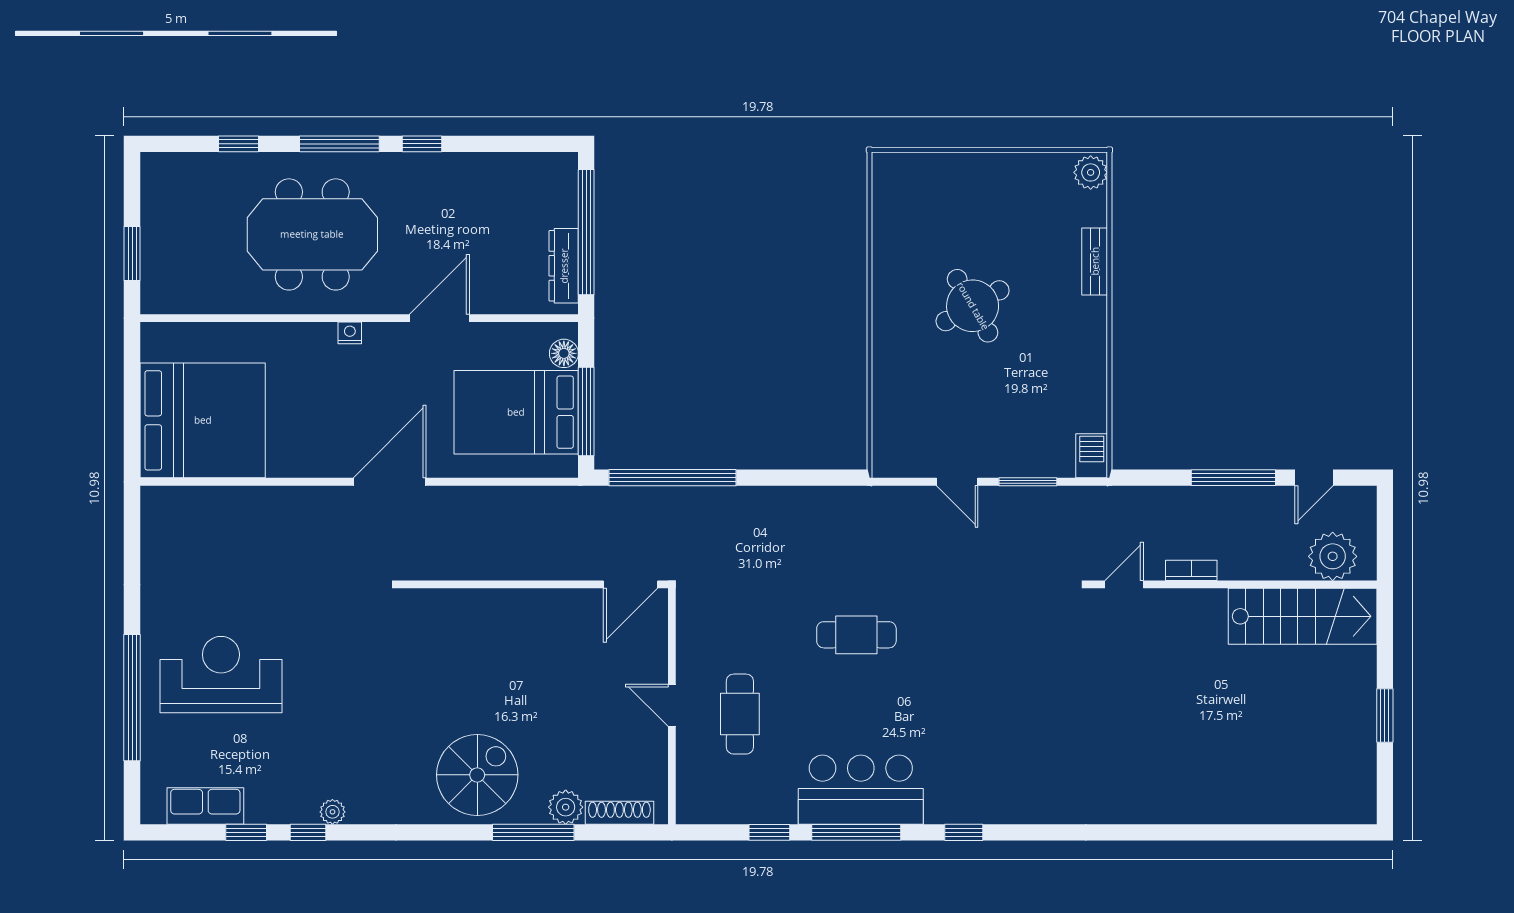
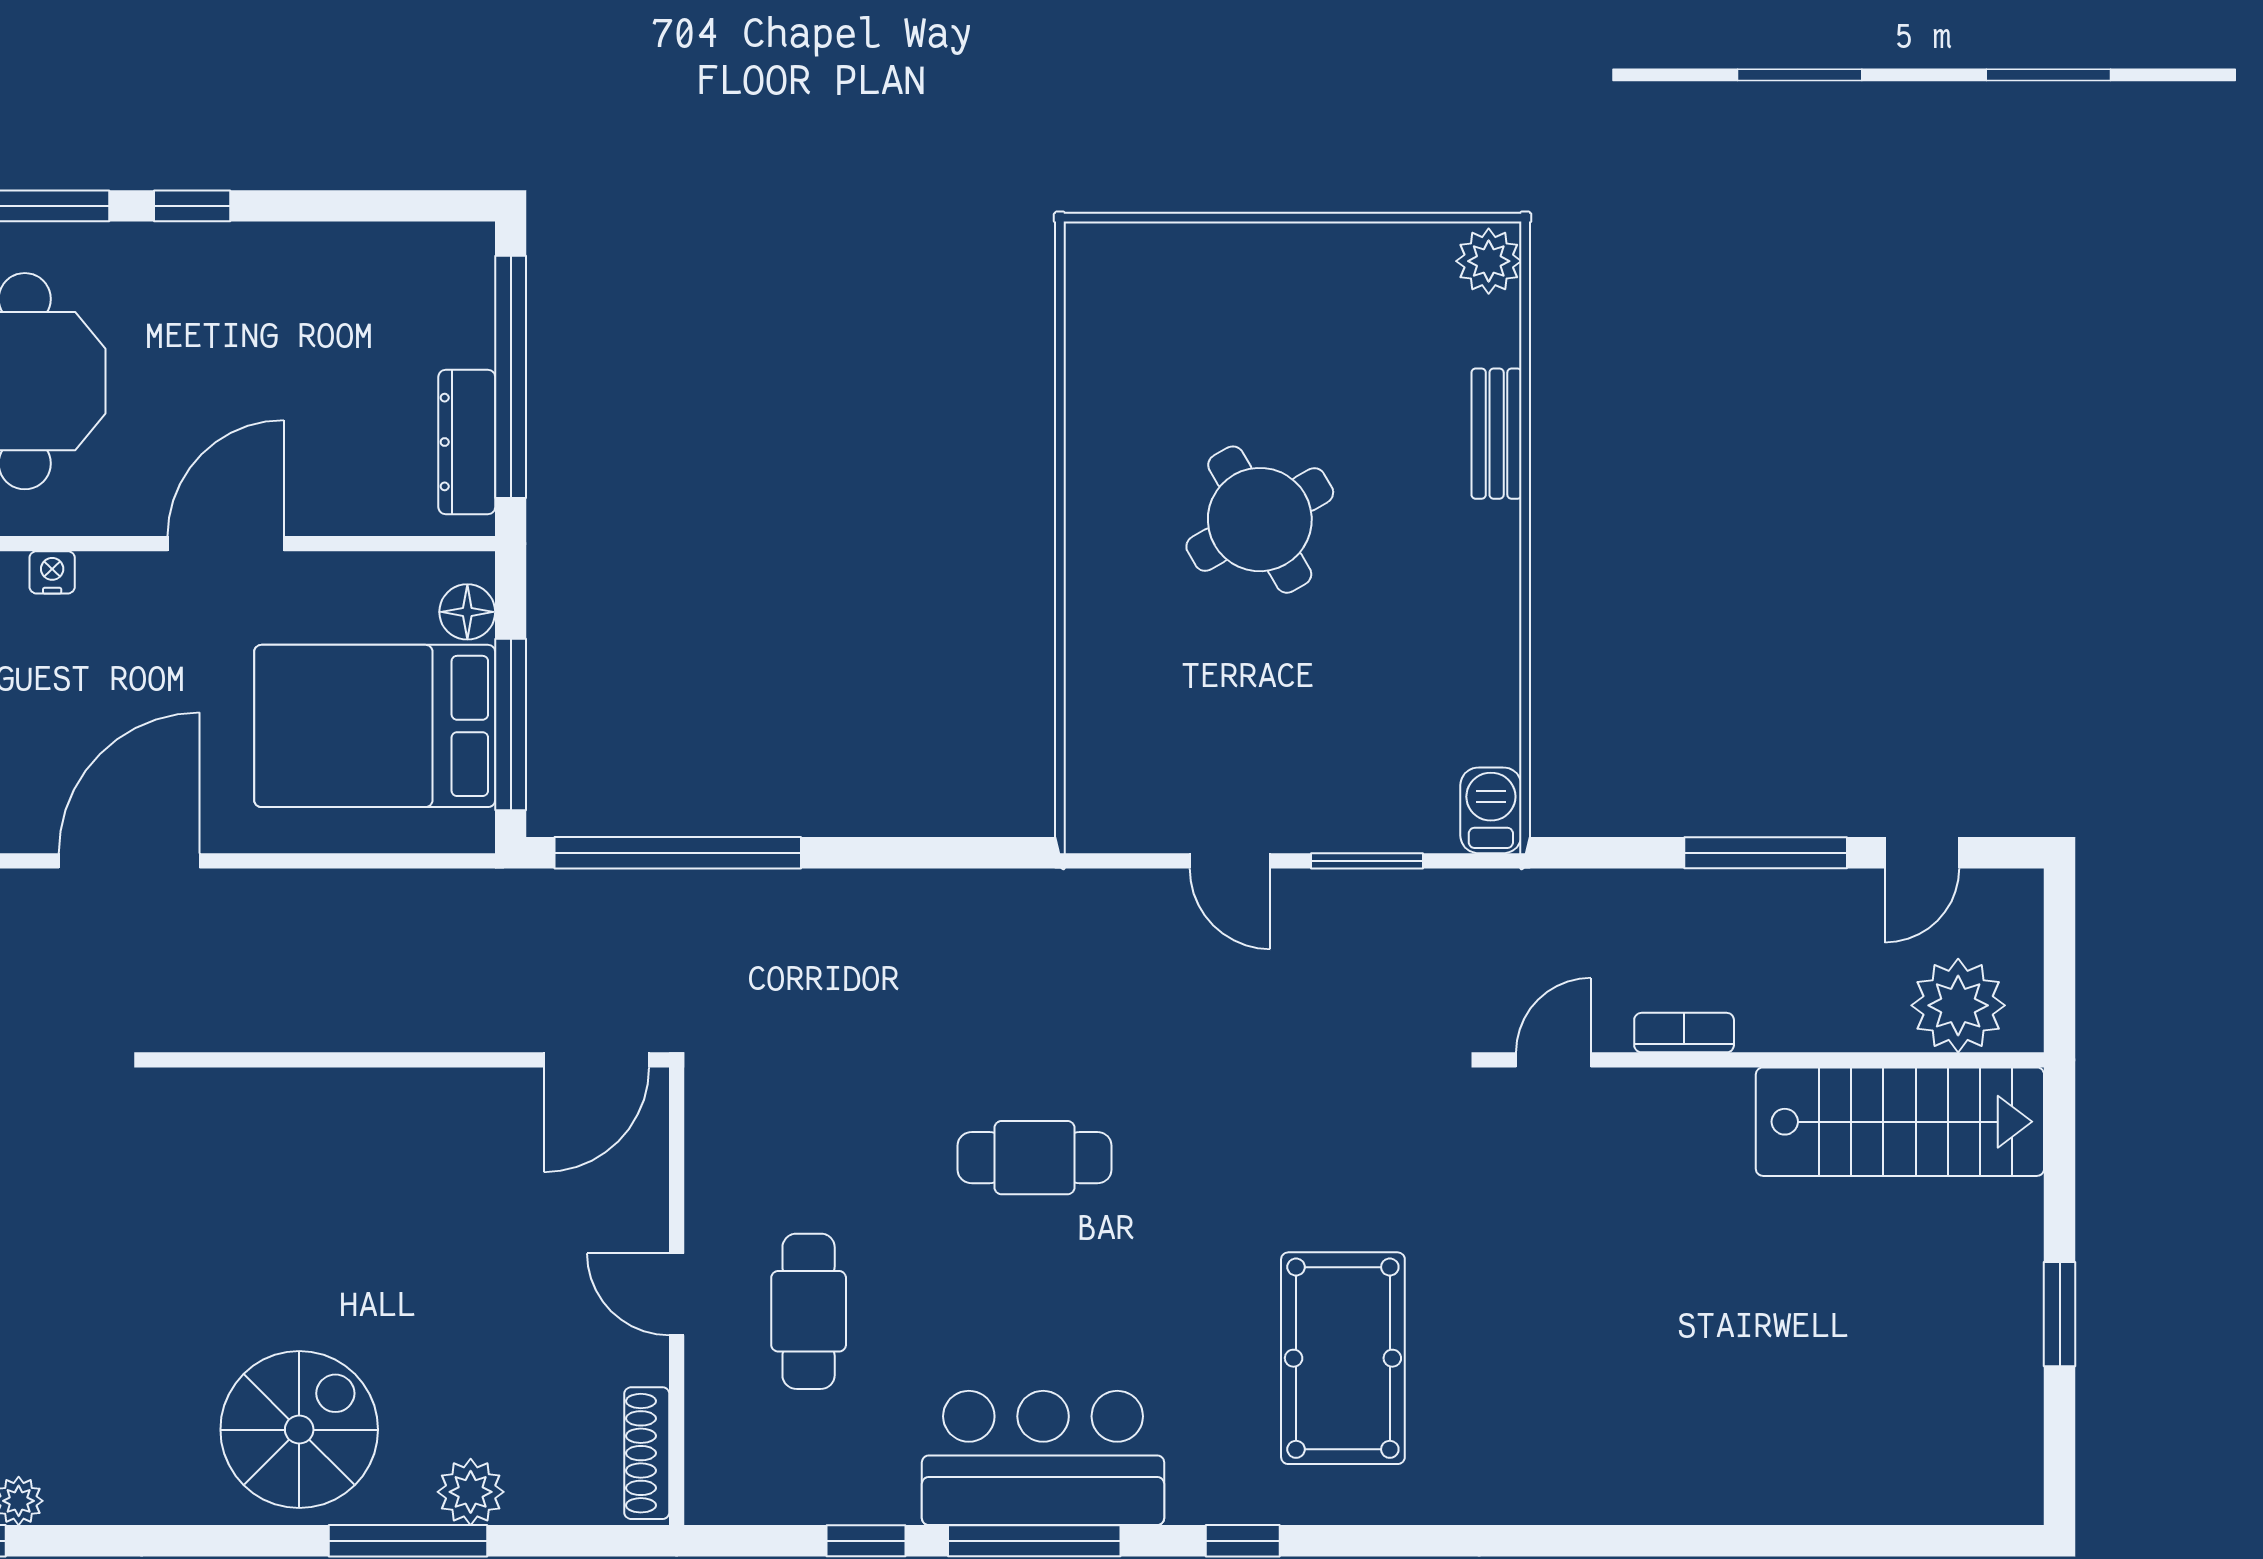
pool table: (1015, 738) -> (1343, 1358), added
shoe rack: (619, 813) -> (647, 1453), moved, turned -90

